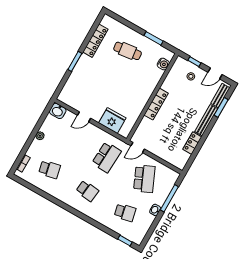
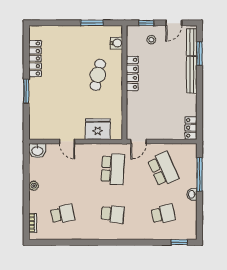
cafe table: (128, 51) -> (98, 75), moved, turned -71
locker: (156, 104) -> (132, 73), moved
door: (84, 117) -> (67, 142), hinge flipped
locker: (192, 143) -> (191, 128), moved

